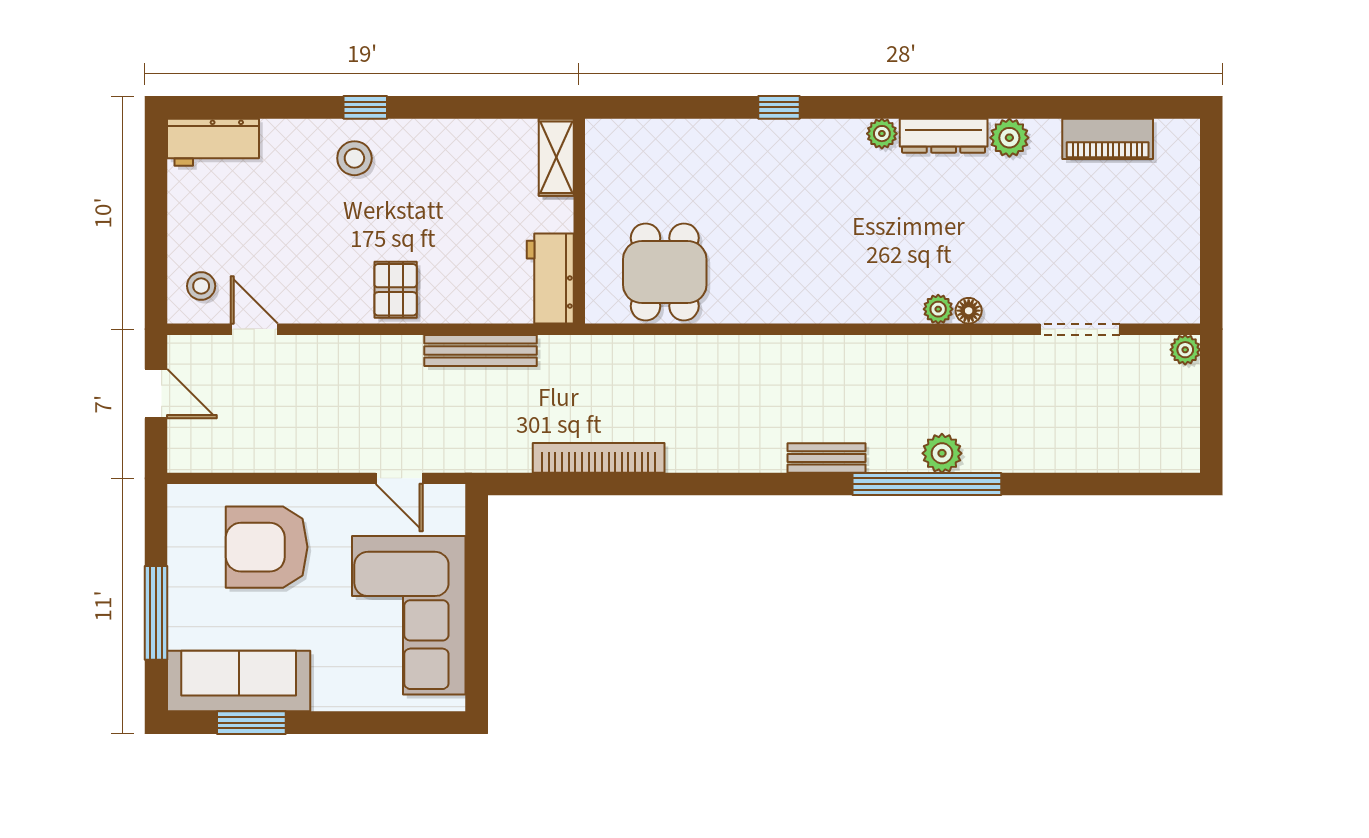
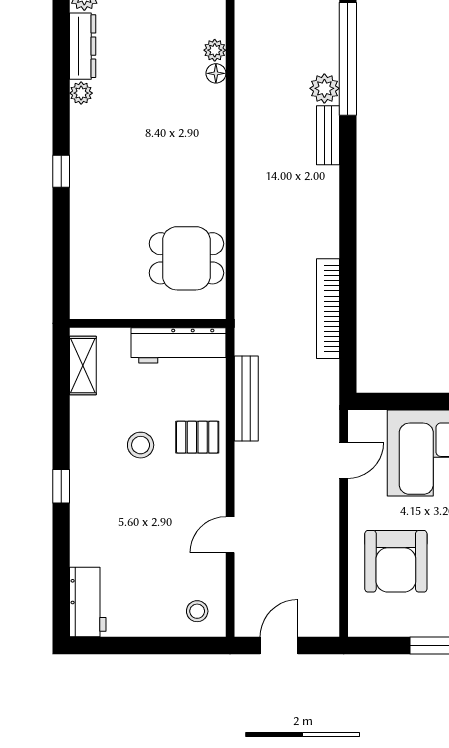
shelving: (556, 157) -> (83, 366), moved, turned 90
stool: (354, 158) -> (141, 445), moved
workbench: (550, 278) -> (179, 345), width x1.37
pallet: (396, 290) -> (197, 437), moved
floor lamp: (969, 311) -> (216, 73), moved
door: (254, 329) -> (230, 535), moved
plant: (942, 453) -> (324, 88), moved

